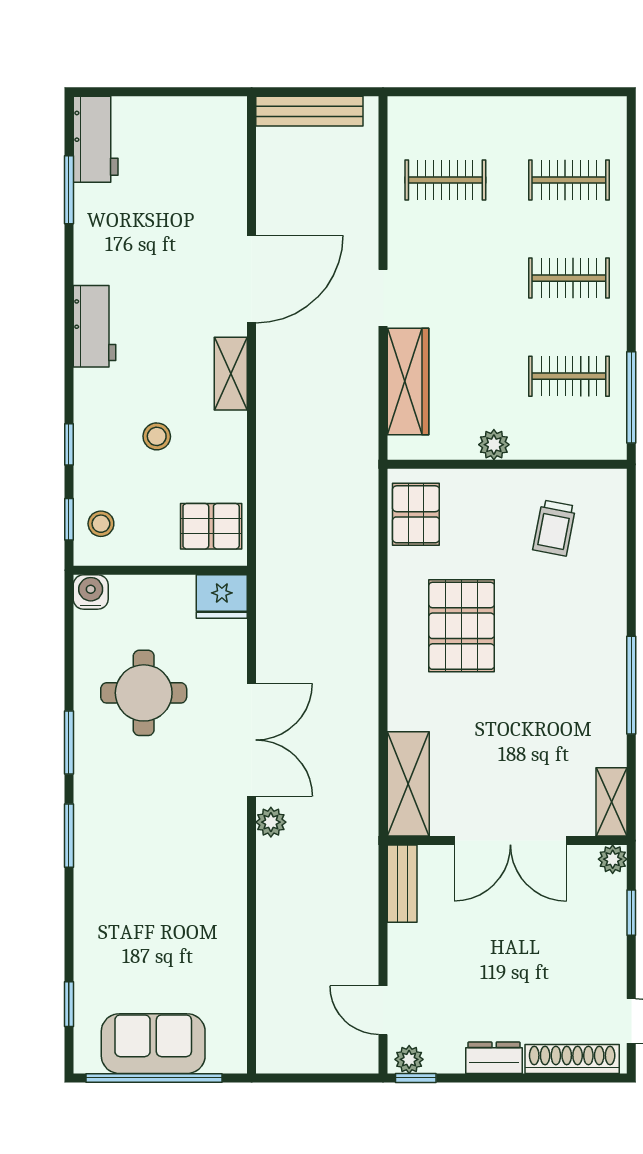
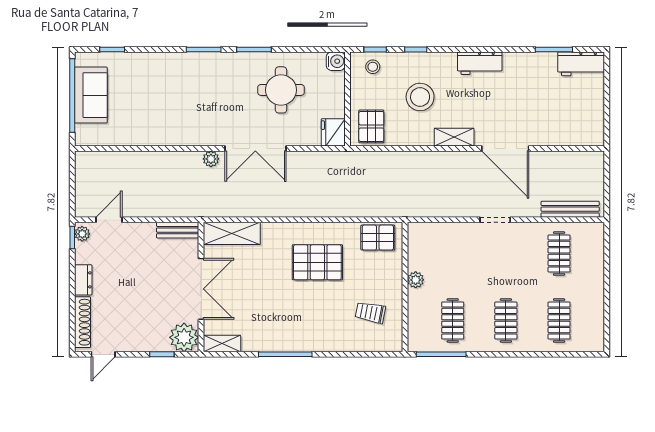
bench: (309, 111) -> (570, 209), moved, turned 90
wardrobe: (408, 382) -> (450, 233), removed
stool: (157, 436) -> (420, 97), width x1.89, depth x1.89
double door: (510, 841) -> (201, 289), swing flipped
plant: (613, 859) -> (184, 337), width x1.87, depth x1.87

